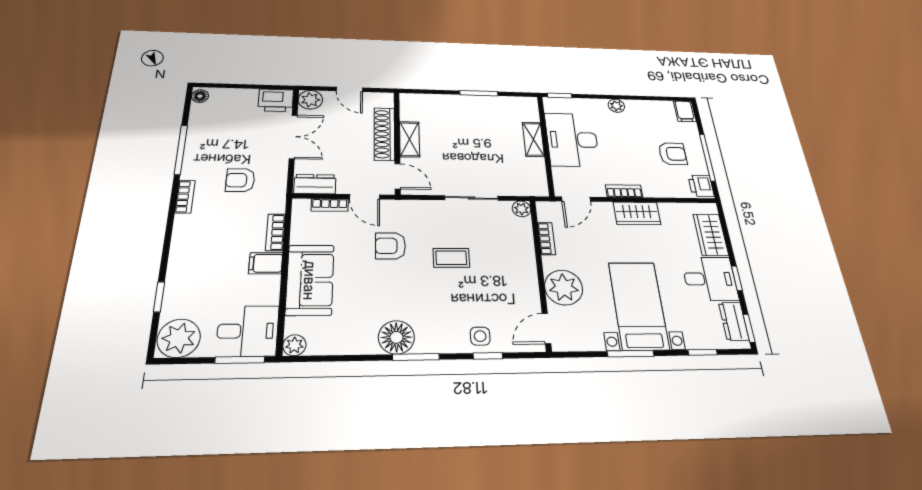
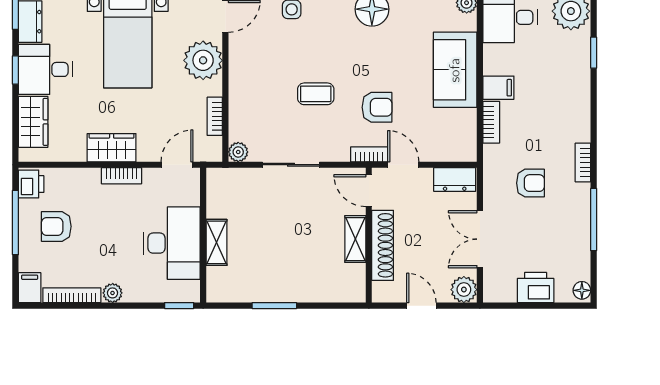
printer: (276, 100) -> (536, 288), moved
bookcase: (649, 105) -> (72, 295), added
bookcase: (330, 205) -> (369, 154), moved

